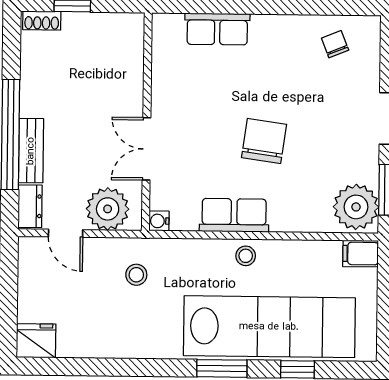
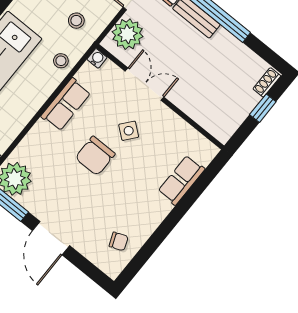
side table: (209, 126) -> (129, 131), added
chair: (264, 141) -> (95, 156), turned 82
stool: (246, 256) -> (61, 61), moved

